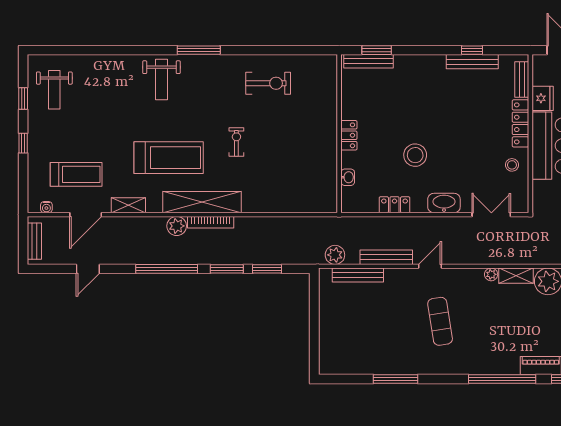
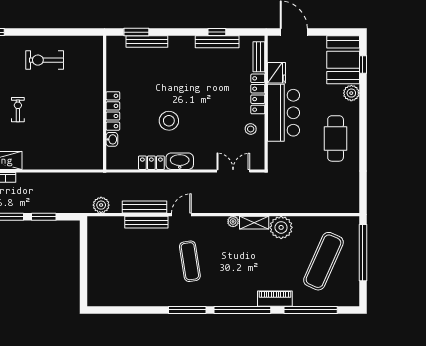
bench: (369, 61) -> (147, 41), moved
exercise bike: (268, 83) -> (45, 60), turned 180
locker: (349, 135) -> (113, 111), width x1.53
washbasin: (444, 203) -> (180, 161), moved
bench: (358, 275) -> (146, 222), moved
window: (395, 379) -> (187, 310), moved

